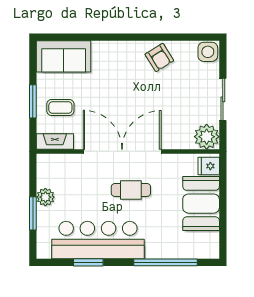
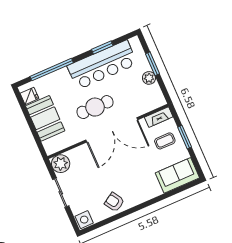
fridge: (209, 166) -> (29, 96), moved
cafe table: (131, 190) -> (95, 107), width x1.37, depth x1.35

